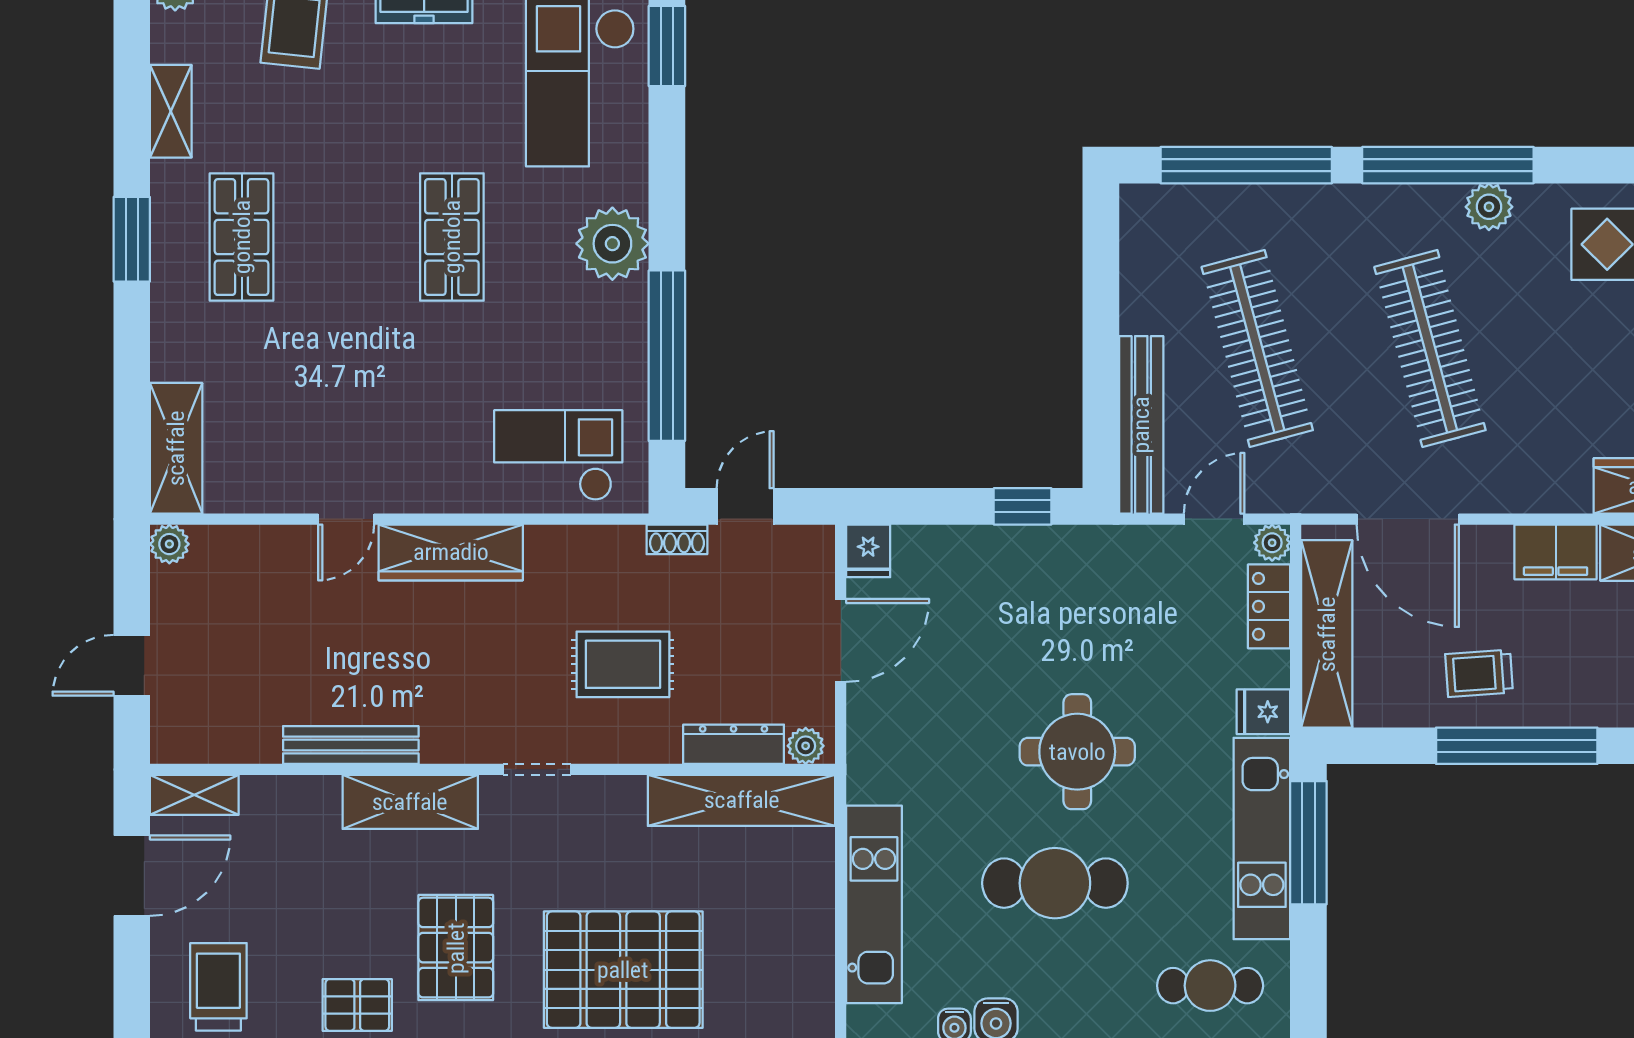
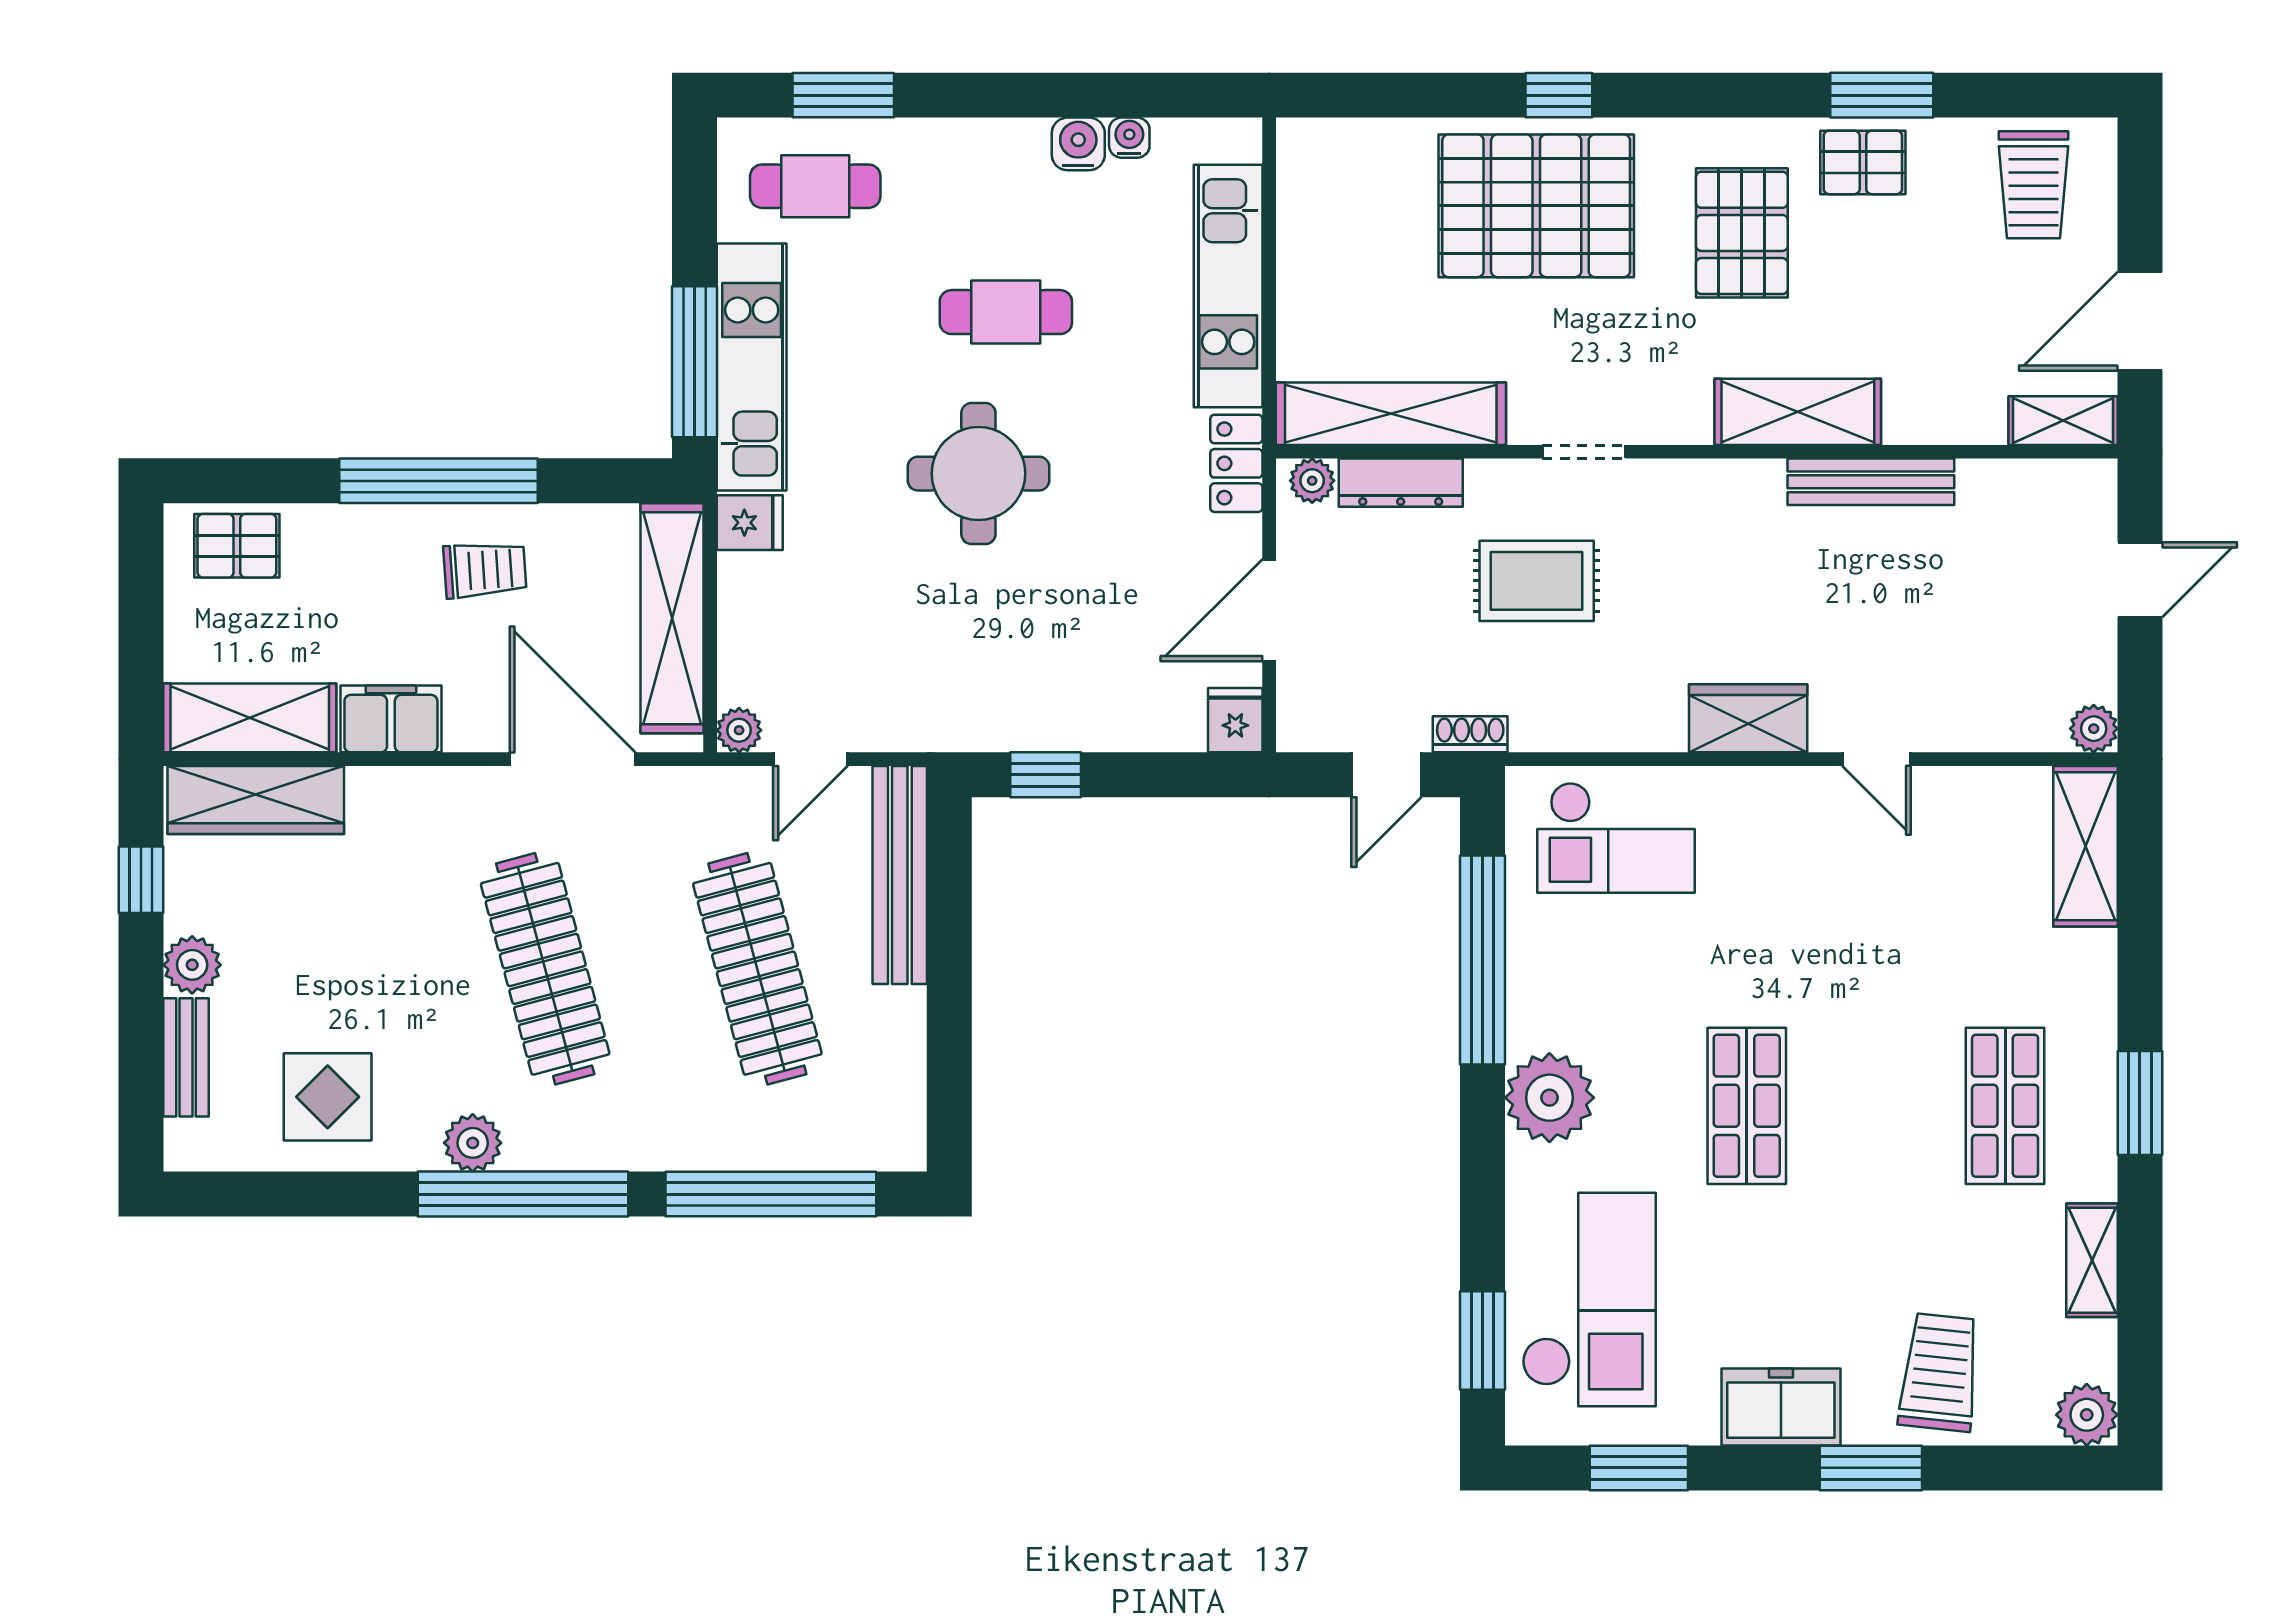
door: (346, 519) -> (1877, 759), swing flipped
wardrobe: (451, 552) -> (1748, 718), width x0.67
locker: (1269, 606) -> (1236, 463), moved, turned 180
doorway: (537, 769) -> (1584, 452), moved
cafe table: (1055, 883) -> (1006, 312), width x0.73, depth x0.74

